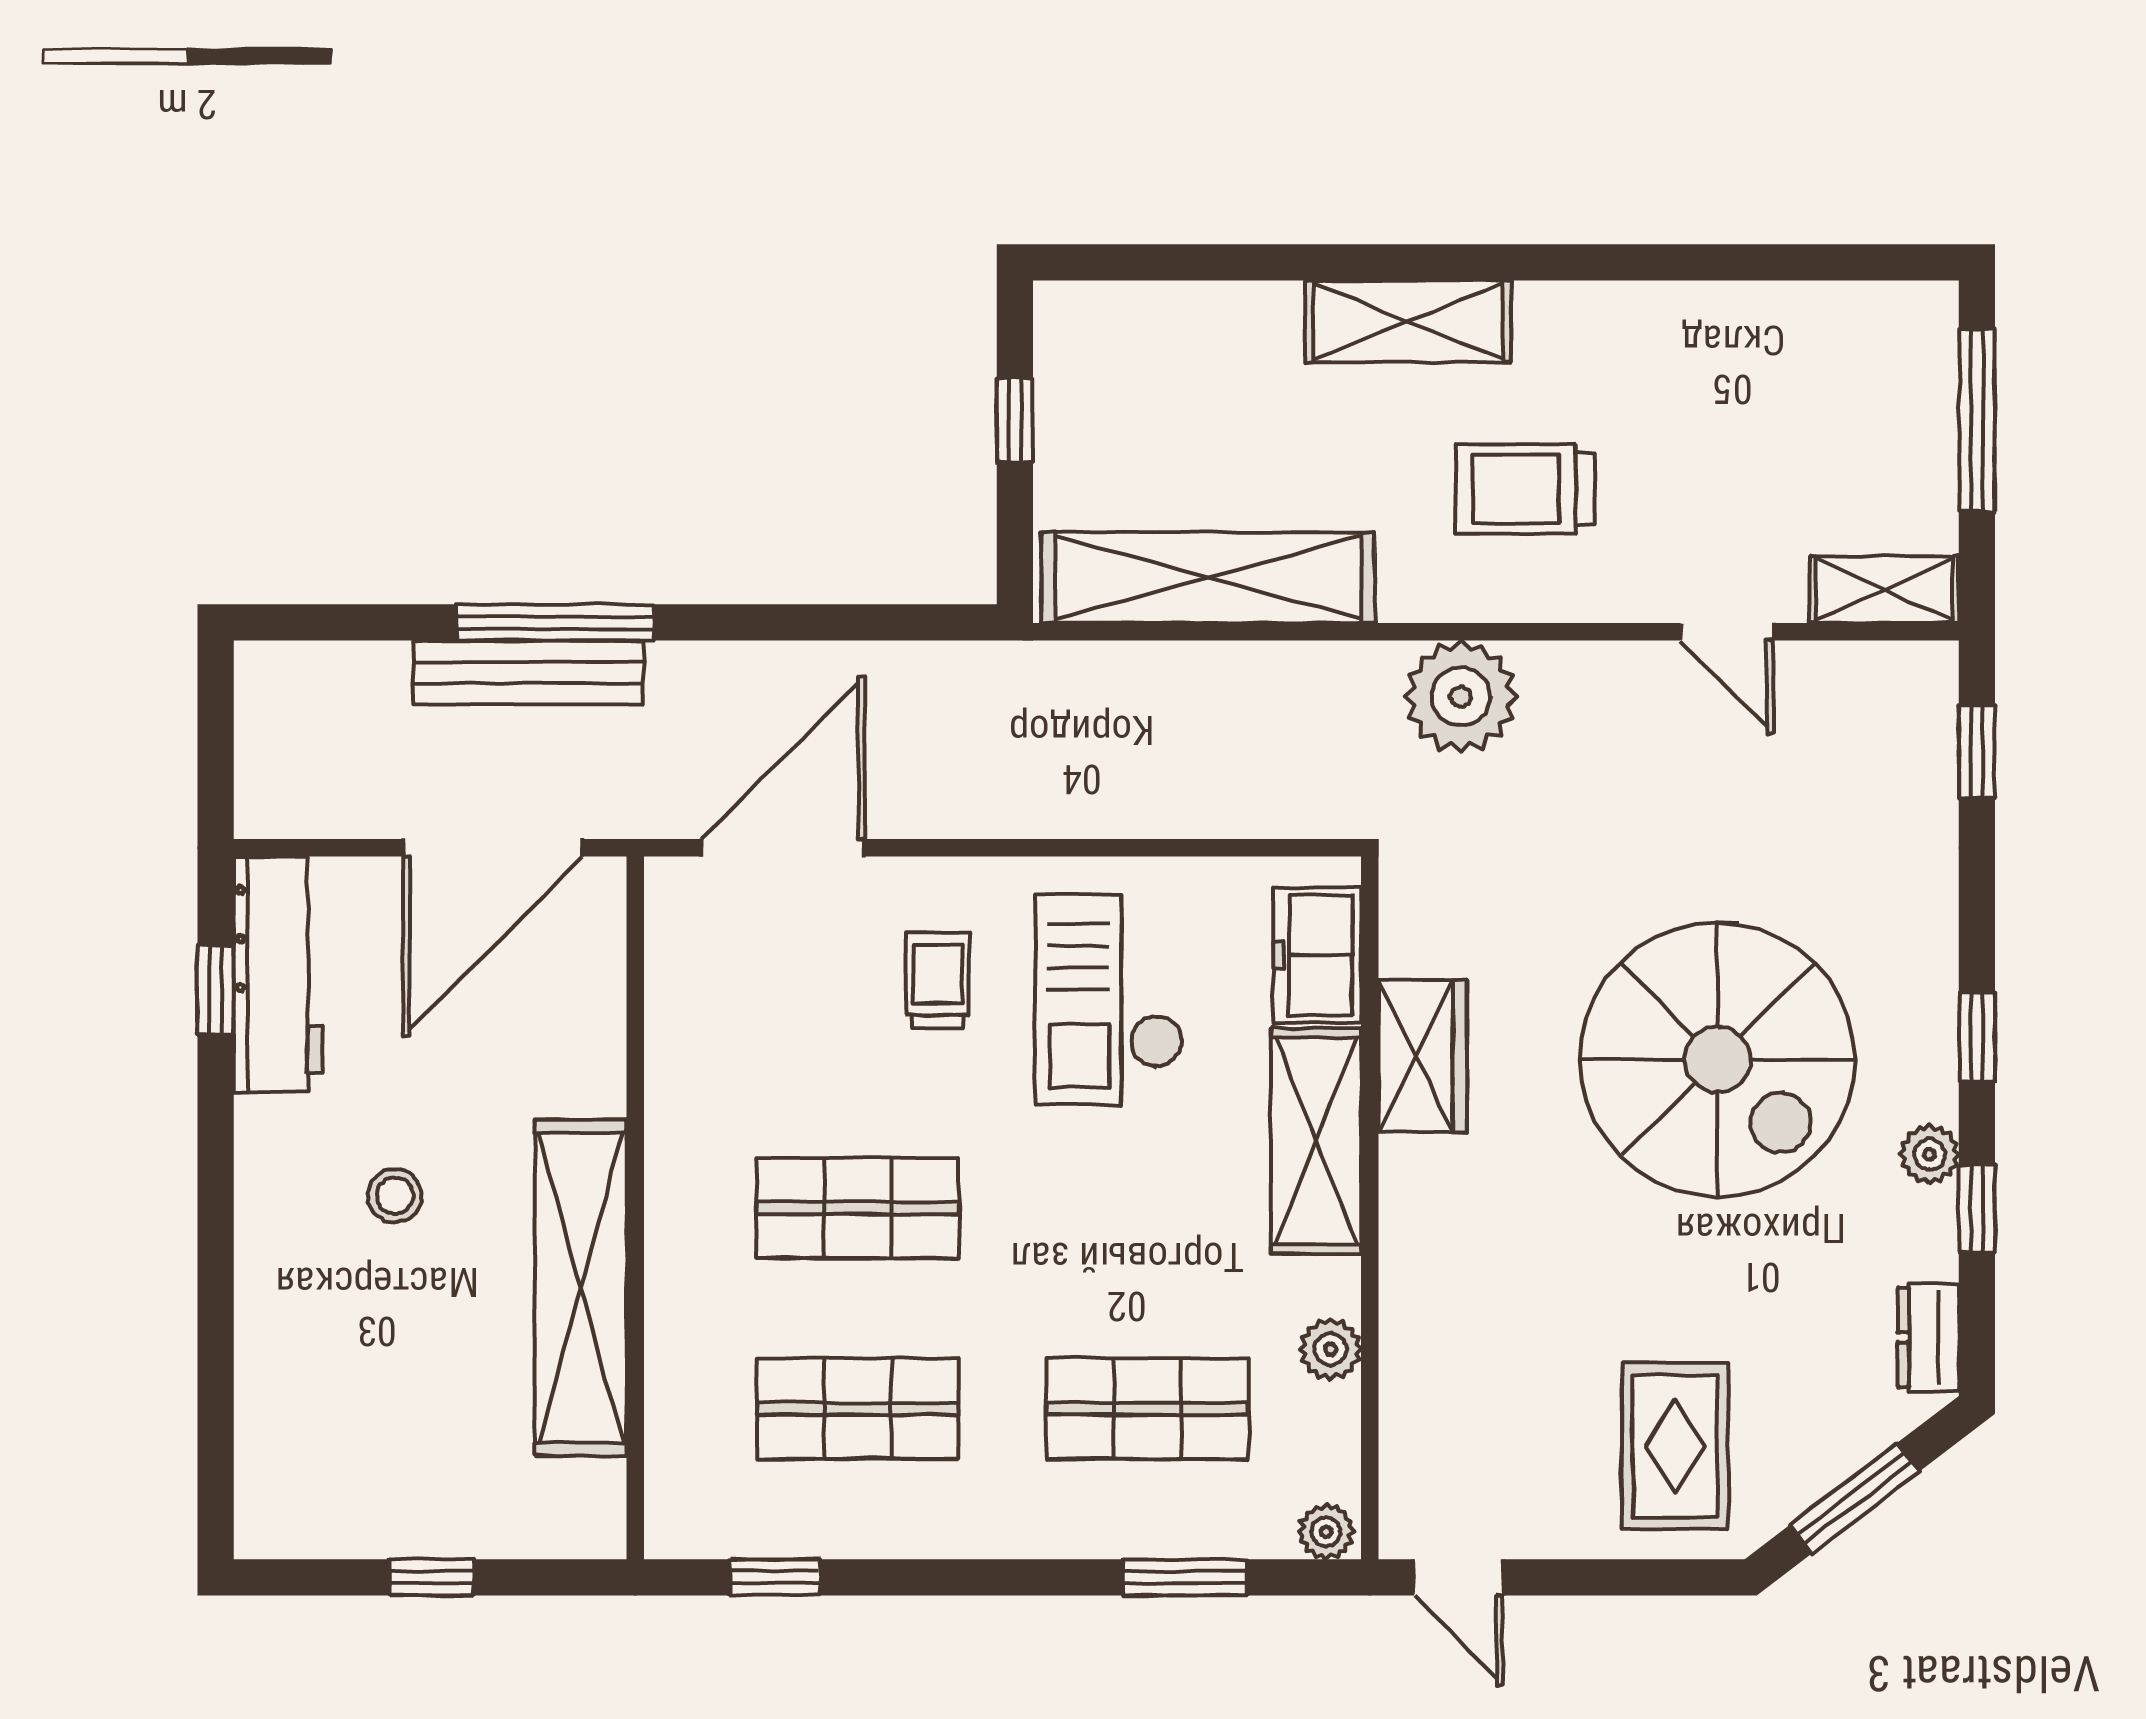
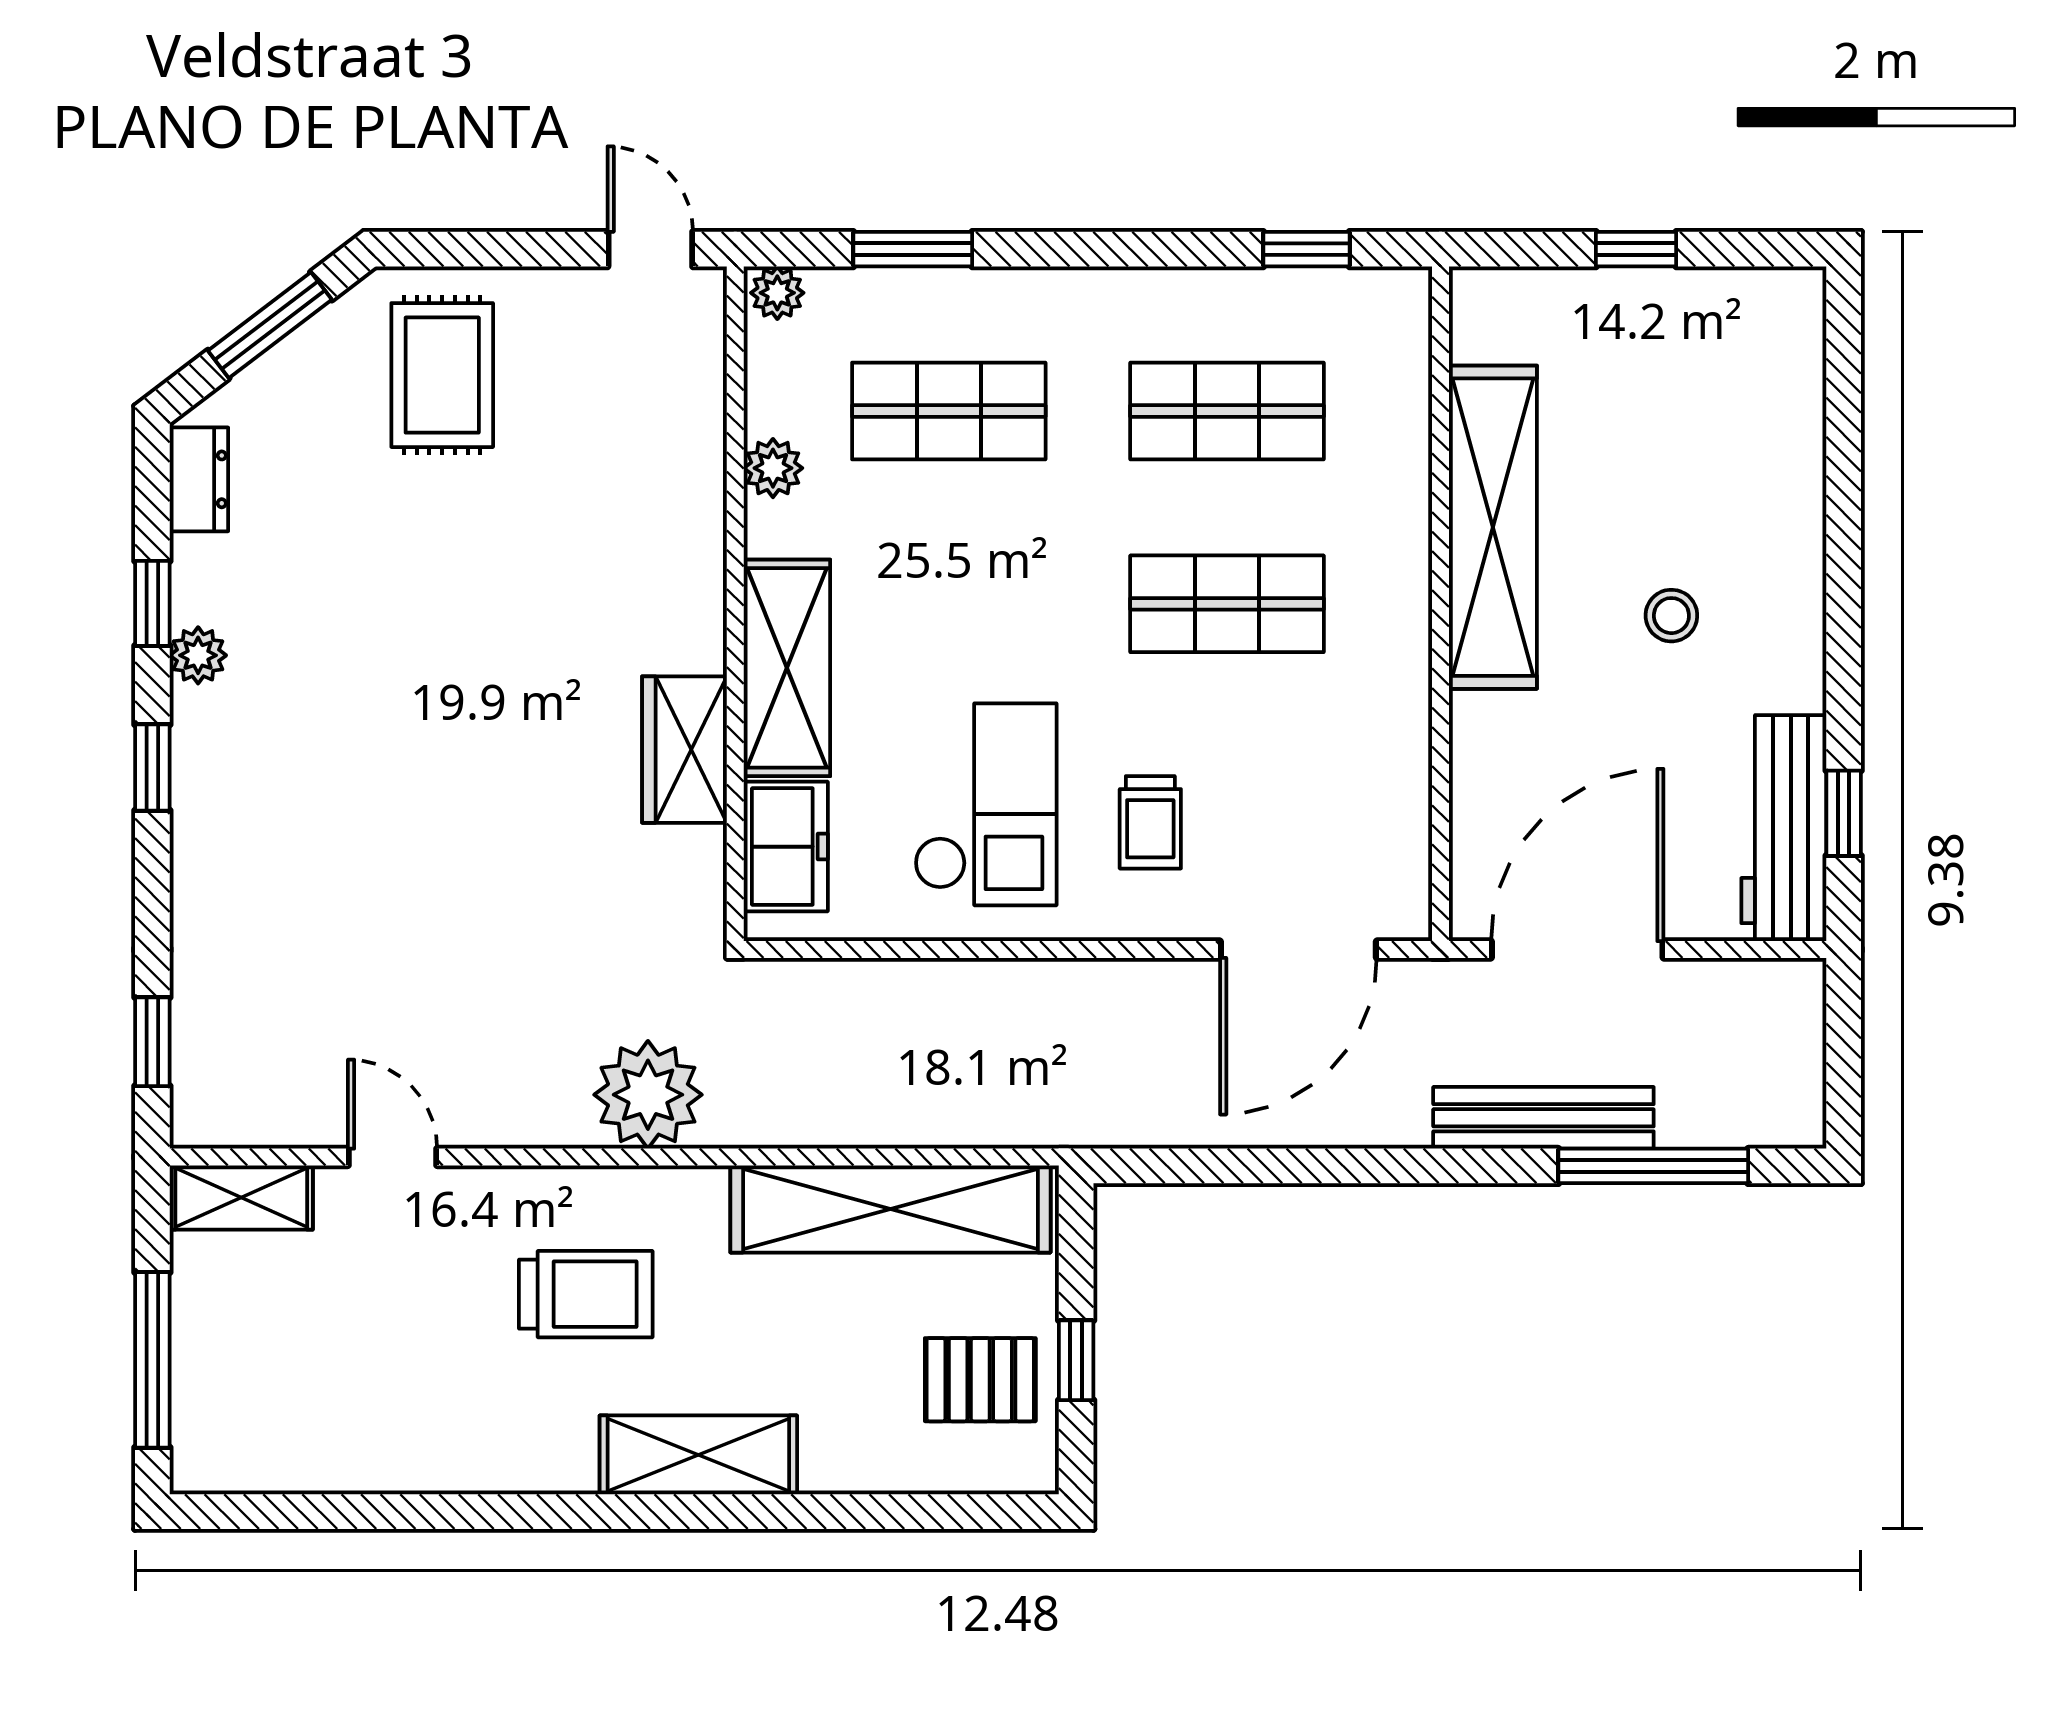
pallet: (1115, 400) -> (980, 1380), added
window: (555, 622) -> (1653, 1166), moved
spiral stairs: (1717, 1060) -> (401, 746), removed

